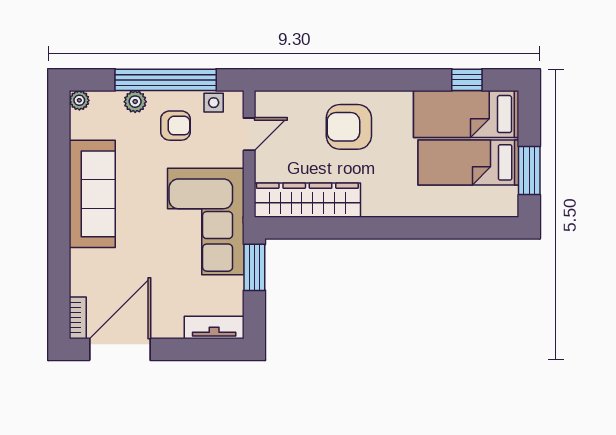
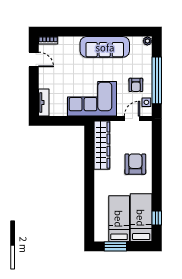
plant: (135, 102) -> (147, 66), removed
door: (249, 134) -> (132, 119), swing flipped
window: (254, 267) -> (71, 121), removed
door: (120, 349) -> (34, 60), width x0.53

